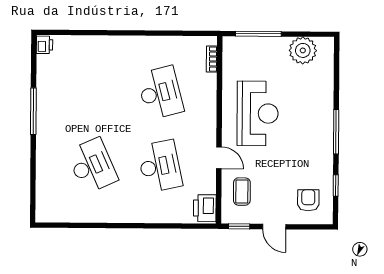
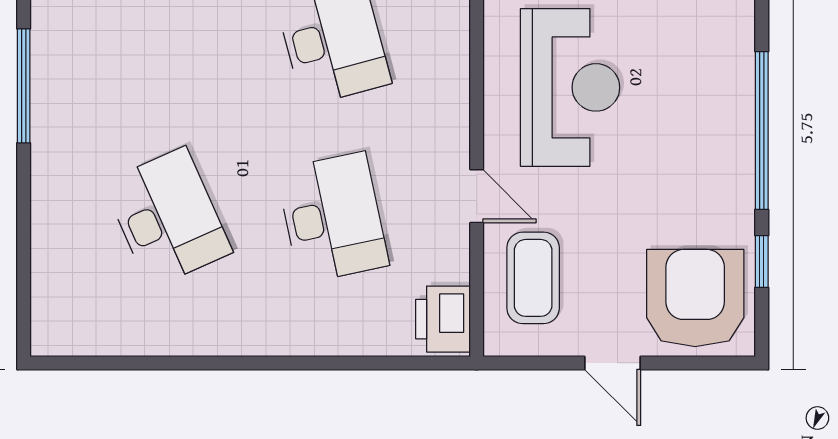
window: (336, 132) -> (762, 130), width x1.46
coffee table: (242, 192) -> (533, 278), width x1.36, depth x1.30
armchair: (308, 200) -> (695, 298), width x1.88, depth x1.88
window: (239, 226) -> (527, 363), removed

